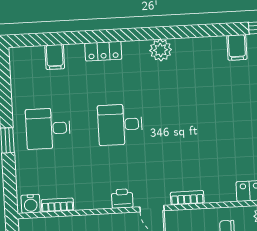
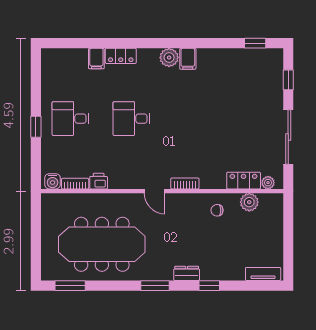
filing cabinet: (237, 47) -> (188, 59), moved
filing cabinet: (55, 57) -> (96, 59), moved
printer: (122, 199) -> (99, 181), moved

